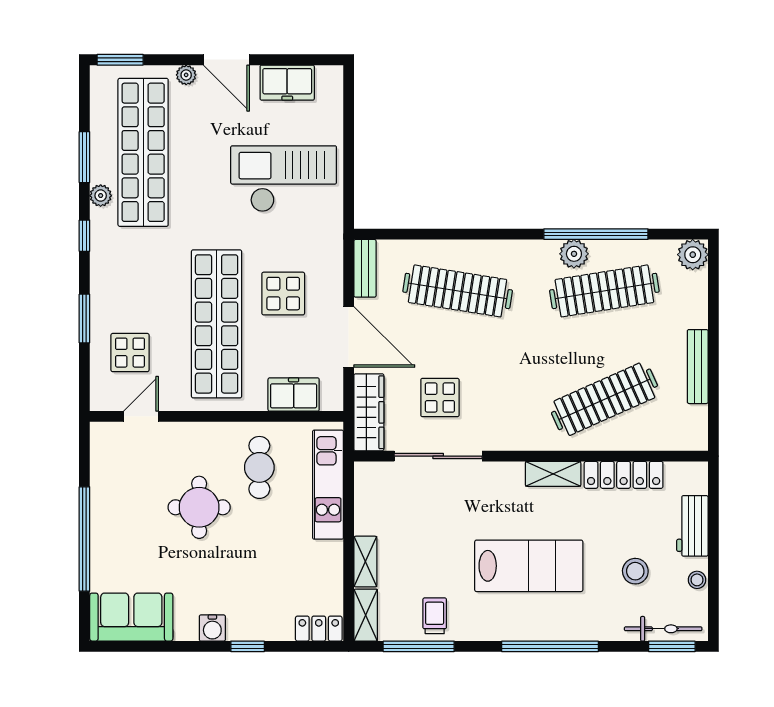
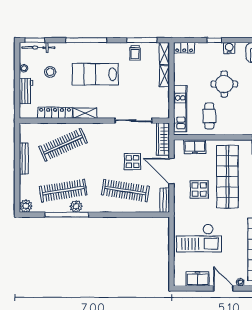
display table: (440, 398) -> (132, 162), moved
round table: (199, 507) -> (224, 84), moved

